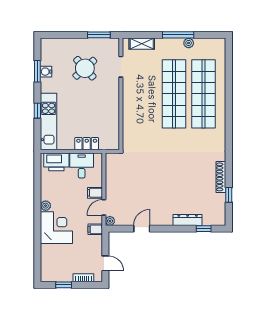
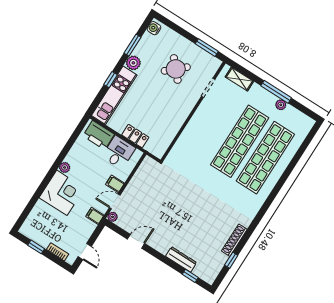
water cooler: (46, 72) -> (154, 28), moved
plant: (47, 85) -> (133, 63), added

